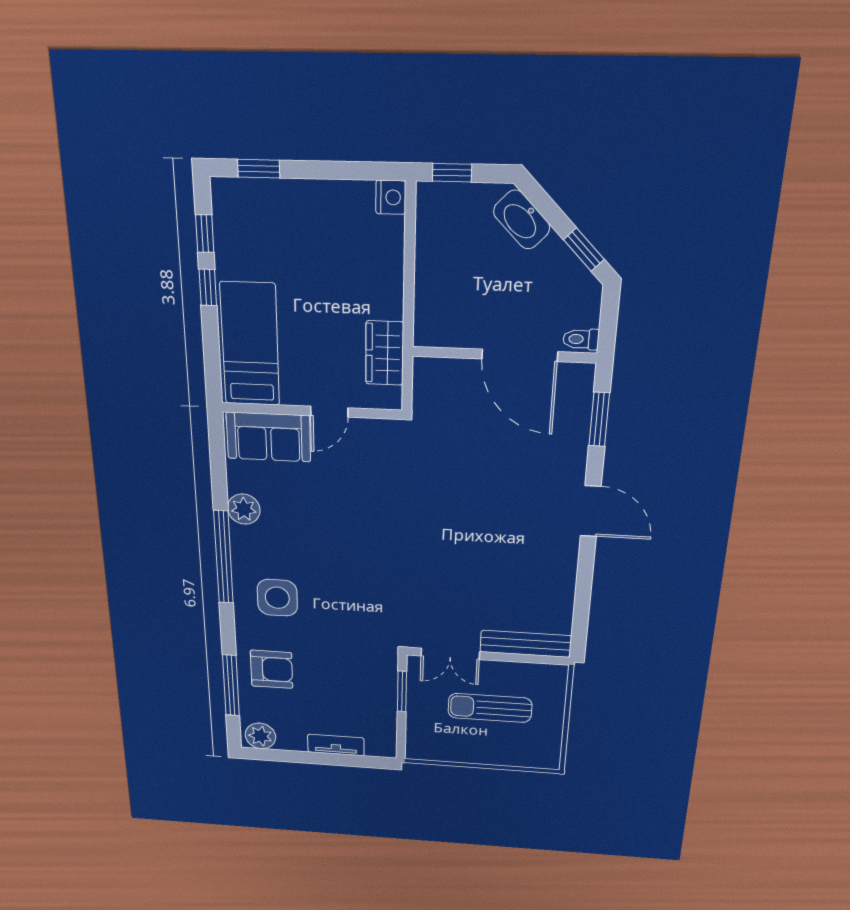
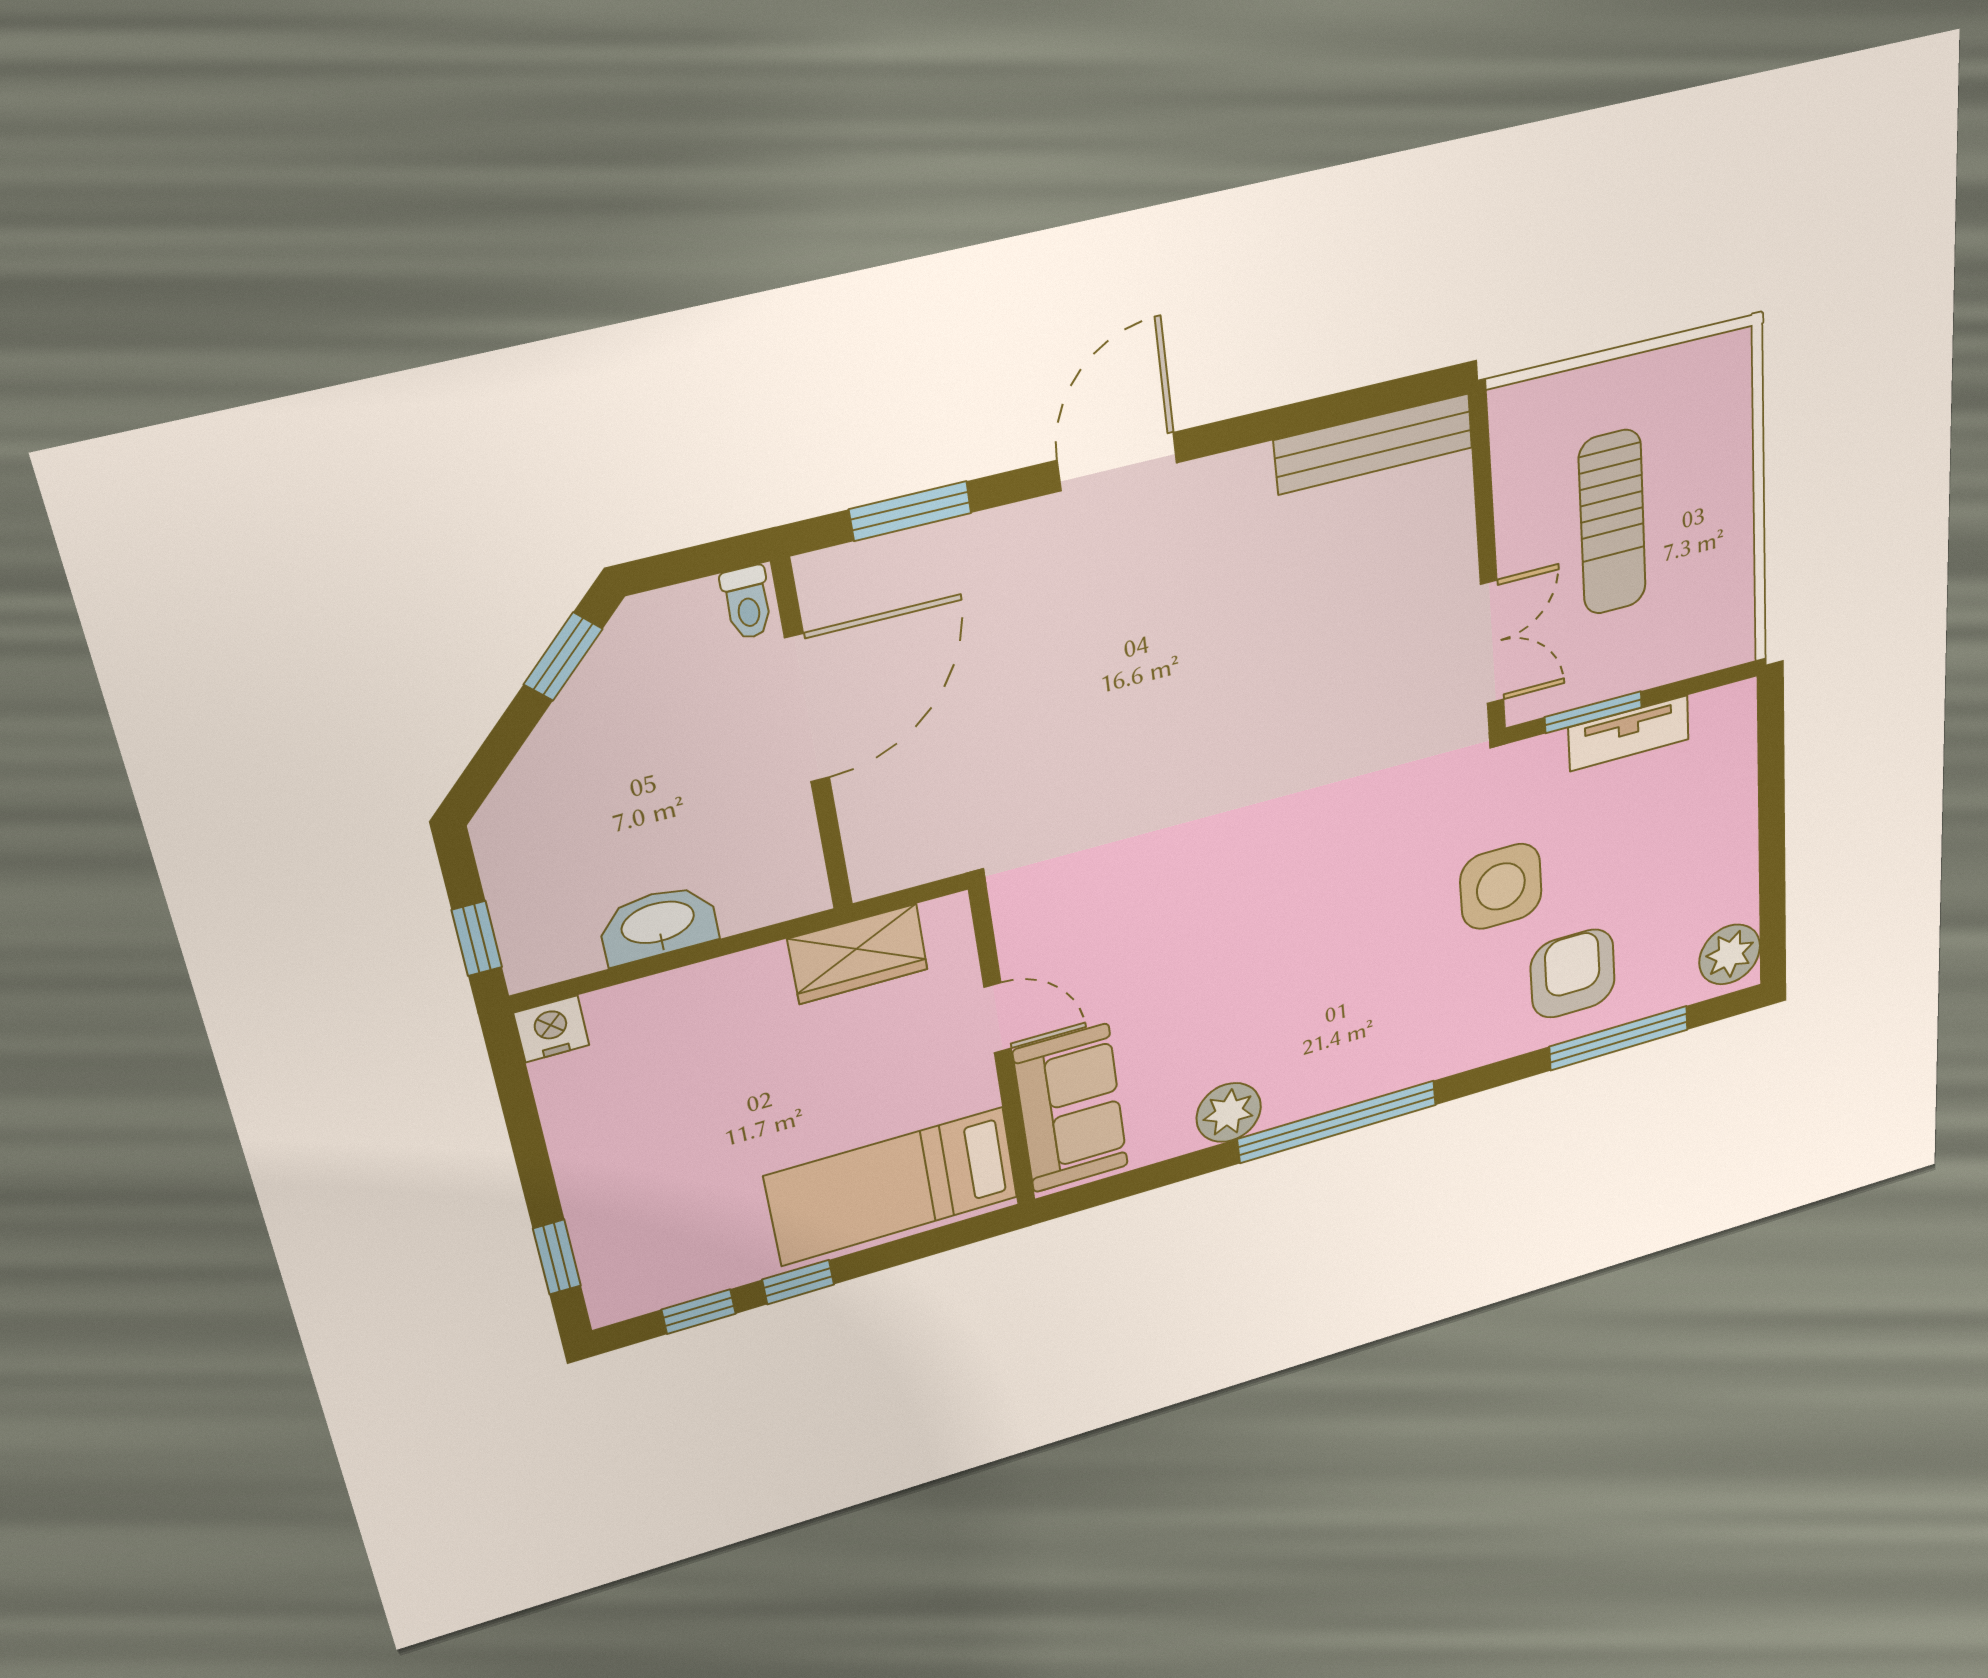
washbasin: (522, 220) -> (658, 924), moved, turned -135
side table: (277, 598) -> (1501, 886), moved
bench: (526, 644) -> (1374, 444), moved, turned 90
tv unit: (336, 745) -> (1629, 733), moved, turned -90

